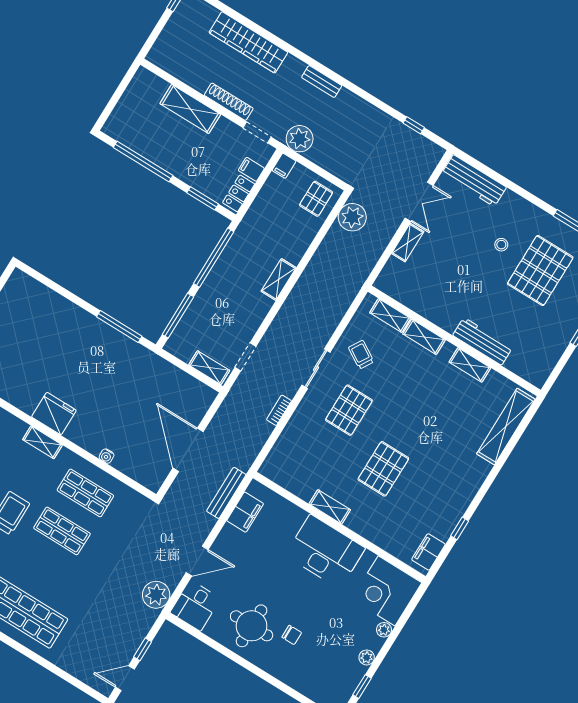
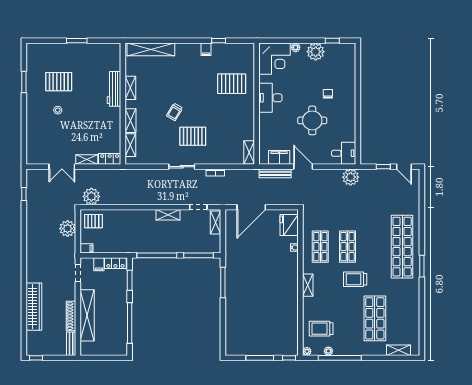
bench: (322, 82) -> (71, 344), moved
shoe rack: (229, 102) -> (71, 316), moved
shelving: (190, 109) -> (87, 315), width x1.47
plant: (300, 139) -> (68, 229), moved
workbench: (474, 181) -> (33, 145), removed
double door: (419, 202) -> (62, 167), swing flipped
pallet: (540, 271) -> (59, 82), width x0.73, depth x0.71
locker: (389, 275) -> (110, 159), added
shelving: (279, 279) -> (168, 215), moved
trolley: (361, 355) -> (174, 112), moved
fridge: (54, 414) -> (289, 225), moved
door: (188, 450) -> (251, 207), moved
pallet: (383, 469) -> (232, 84), moved
shelving: (330, 507) -> (249, 152), moved
desk: (325, 552) -> (270, 98), width x0.73, depth x0.77
filing cabinet: (428, 552) -> (206, 49), moved, width x0.50
door: (197, 561) -> (303, 167), moved
round table: (252, 626) -> (312, 120), moved
plant: (367, 657) -> (316, 52), width x1.87, depth x1.87

